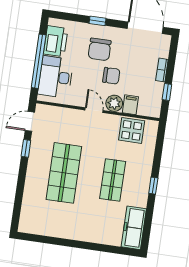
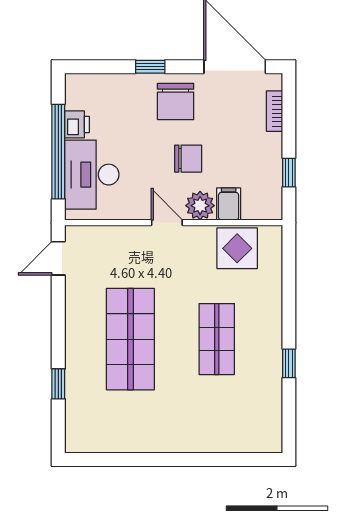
printer: (56, 41) -> (77, 124), width x0.53, depth x0.68
chair: (100, 49) -> (176, 102), moved
bookcase: (162, 70) -> (274, 111), moved
window: (26, 148) -> (58, 384), moved
window: (153, 186) -> (289, 363), moved
freezer: (134, 228) -> (266, 417), removed

